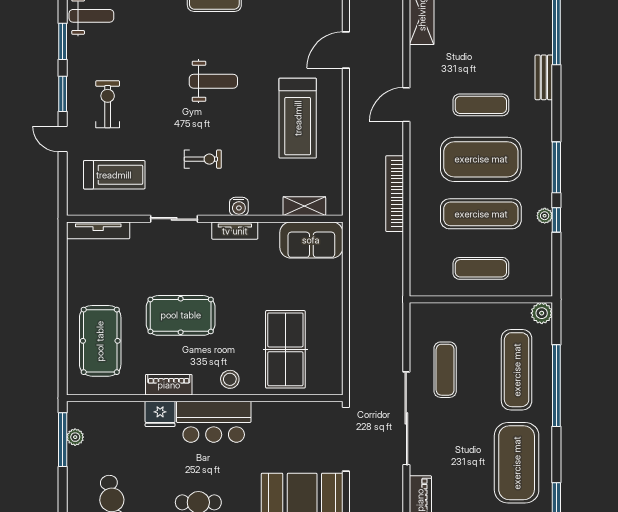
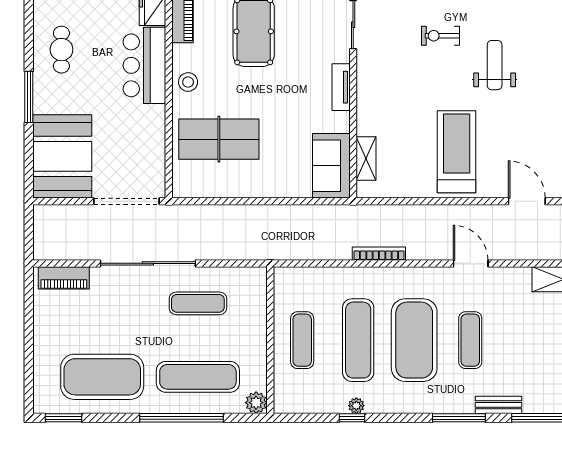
weight bench: (213, 81) -> (495, 65), turned 180
treadmill: (298, 118) -> (457, 152), turned 90
exercise bike: (203, 159) -> (440, 36), moved, turned 90
window: (556, 167) -> (459, 418), moved
bookcase: (395, 194) -> (379, 254), width x0.68, depth x0.76
water cooler: (239, 206) -> (366, 91), removed

